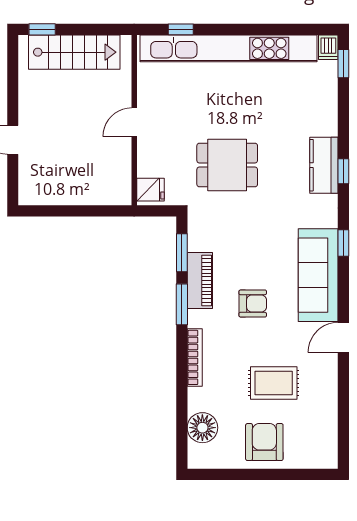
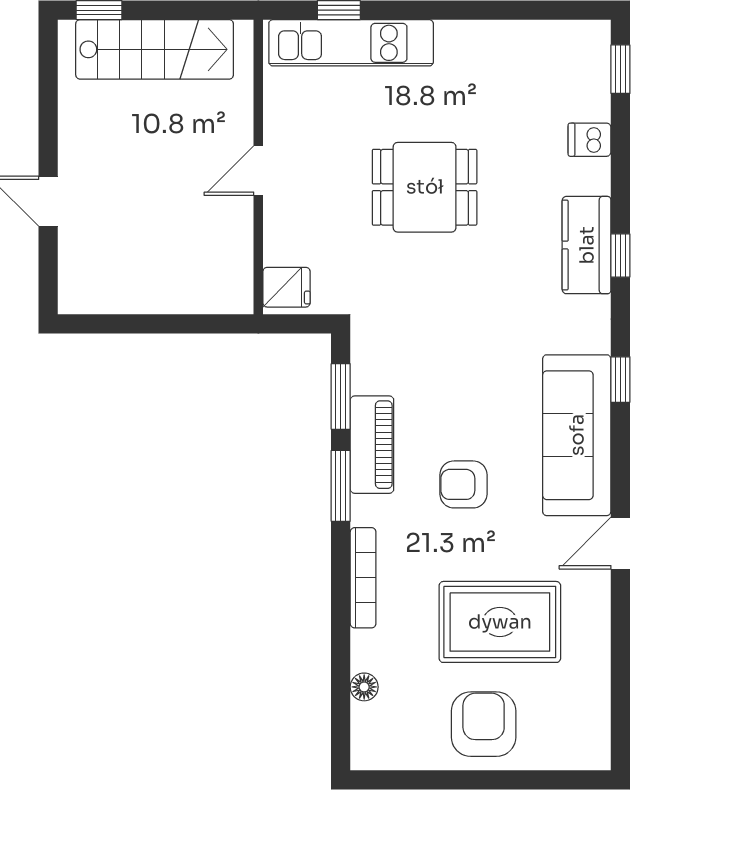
dishwasher: (328, 47) -> (590, 140), moved, turned 90
kitchen unit: (229, 48) -> (351, 43), width x0.54
dining table: (227, 165) -> (425, 187), moved
armchair: (253, 304) -> (463, 484), turned 180
rug: (274, 383) -> (500, 622), width x1.36, depth x1.43
floor lamp: (202, 428) -> (364, 687), width x0.53, depth x0.53

